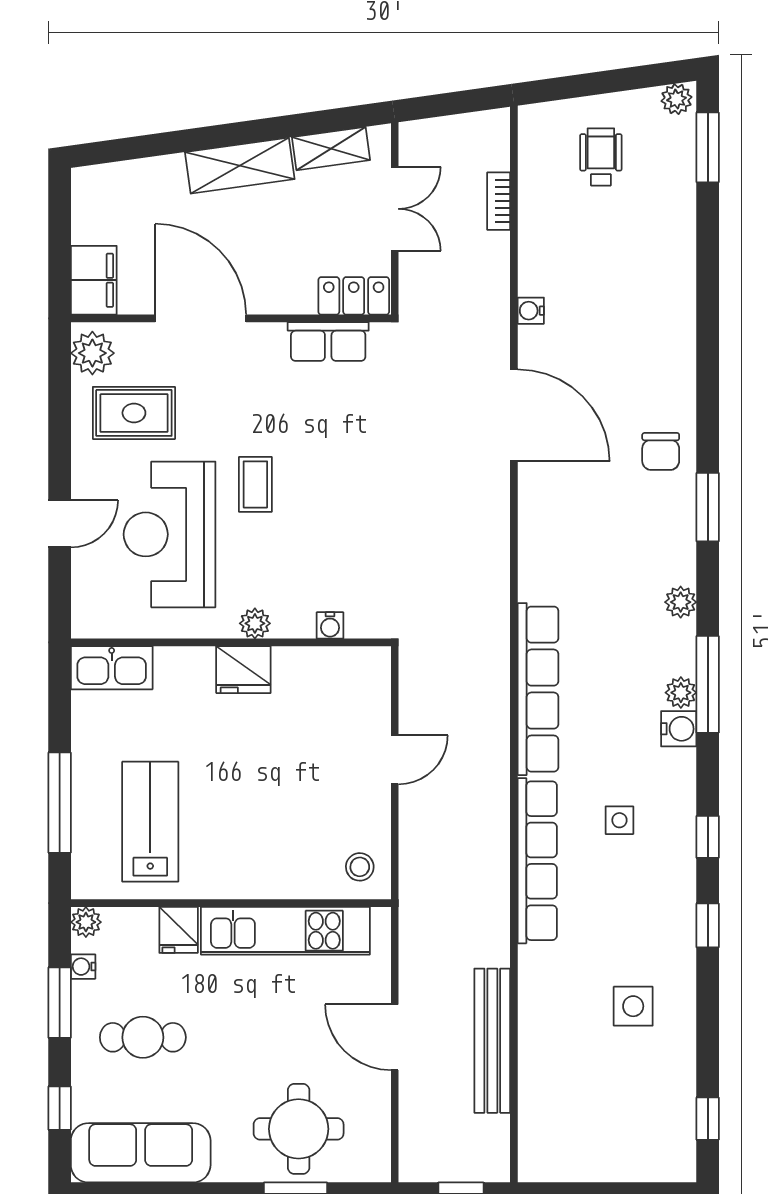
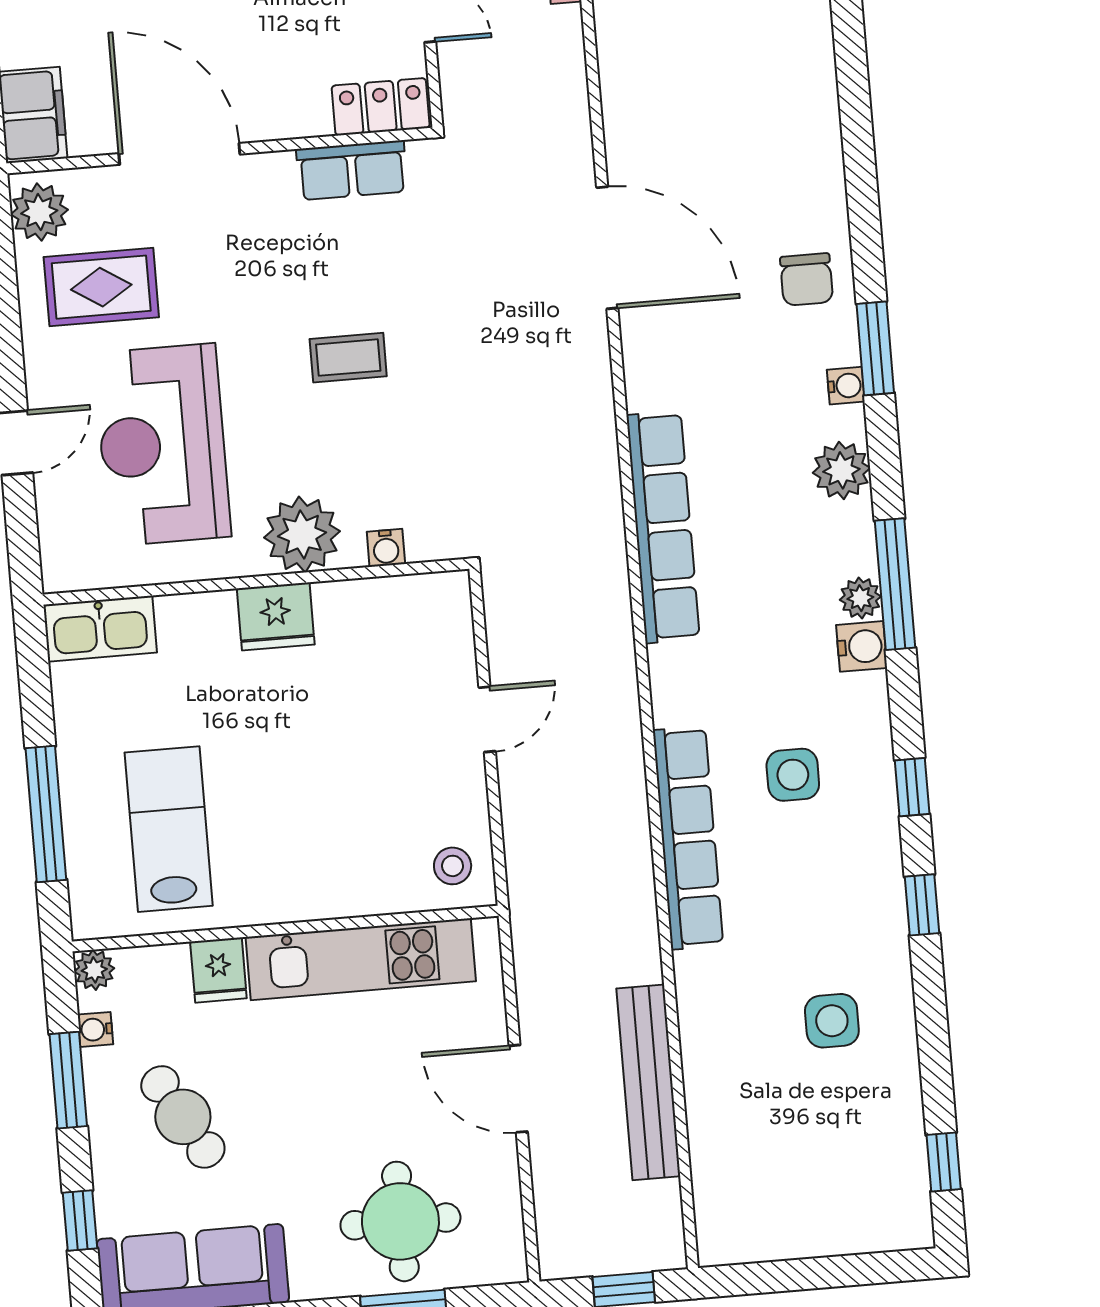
water cooler: (531, 311) -> (846, 386), moved, turned 180
coffee table: (255, 484) -> (348, 358), moved, turned 90
plant: (681, 602) -> (841, 470), width x1.38, depth x1.38
plant: (255, 623) -> (302, 534), width x1.87, depth x1.87
row of seats: (538, 689) -> (663, 527), moved
side table: (619, 820) -> (793, 775), width x1.37, depth x1.37
cafe table: (143, 1037) -> (183, 1117), turned 60

